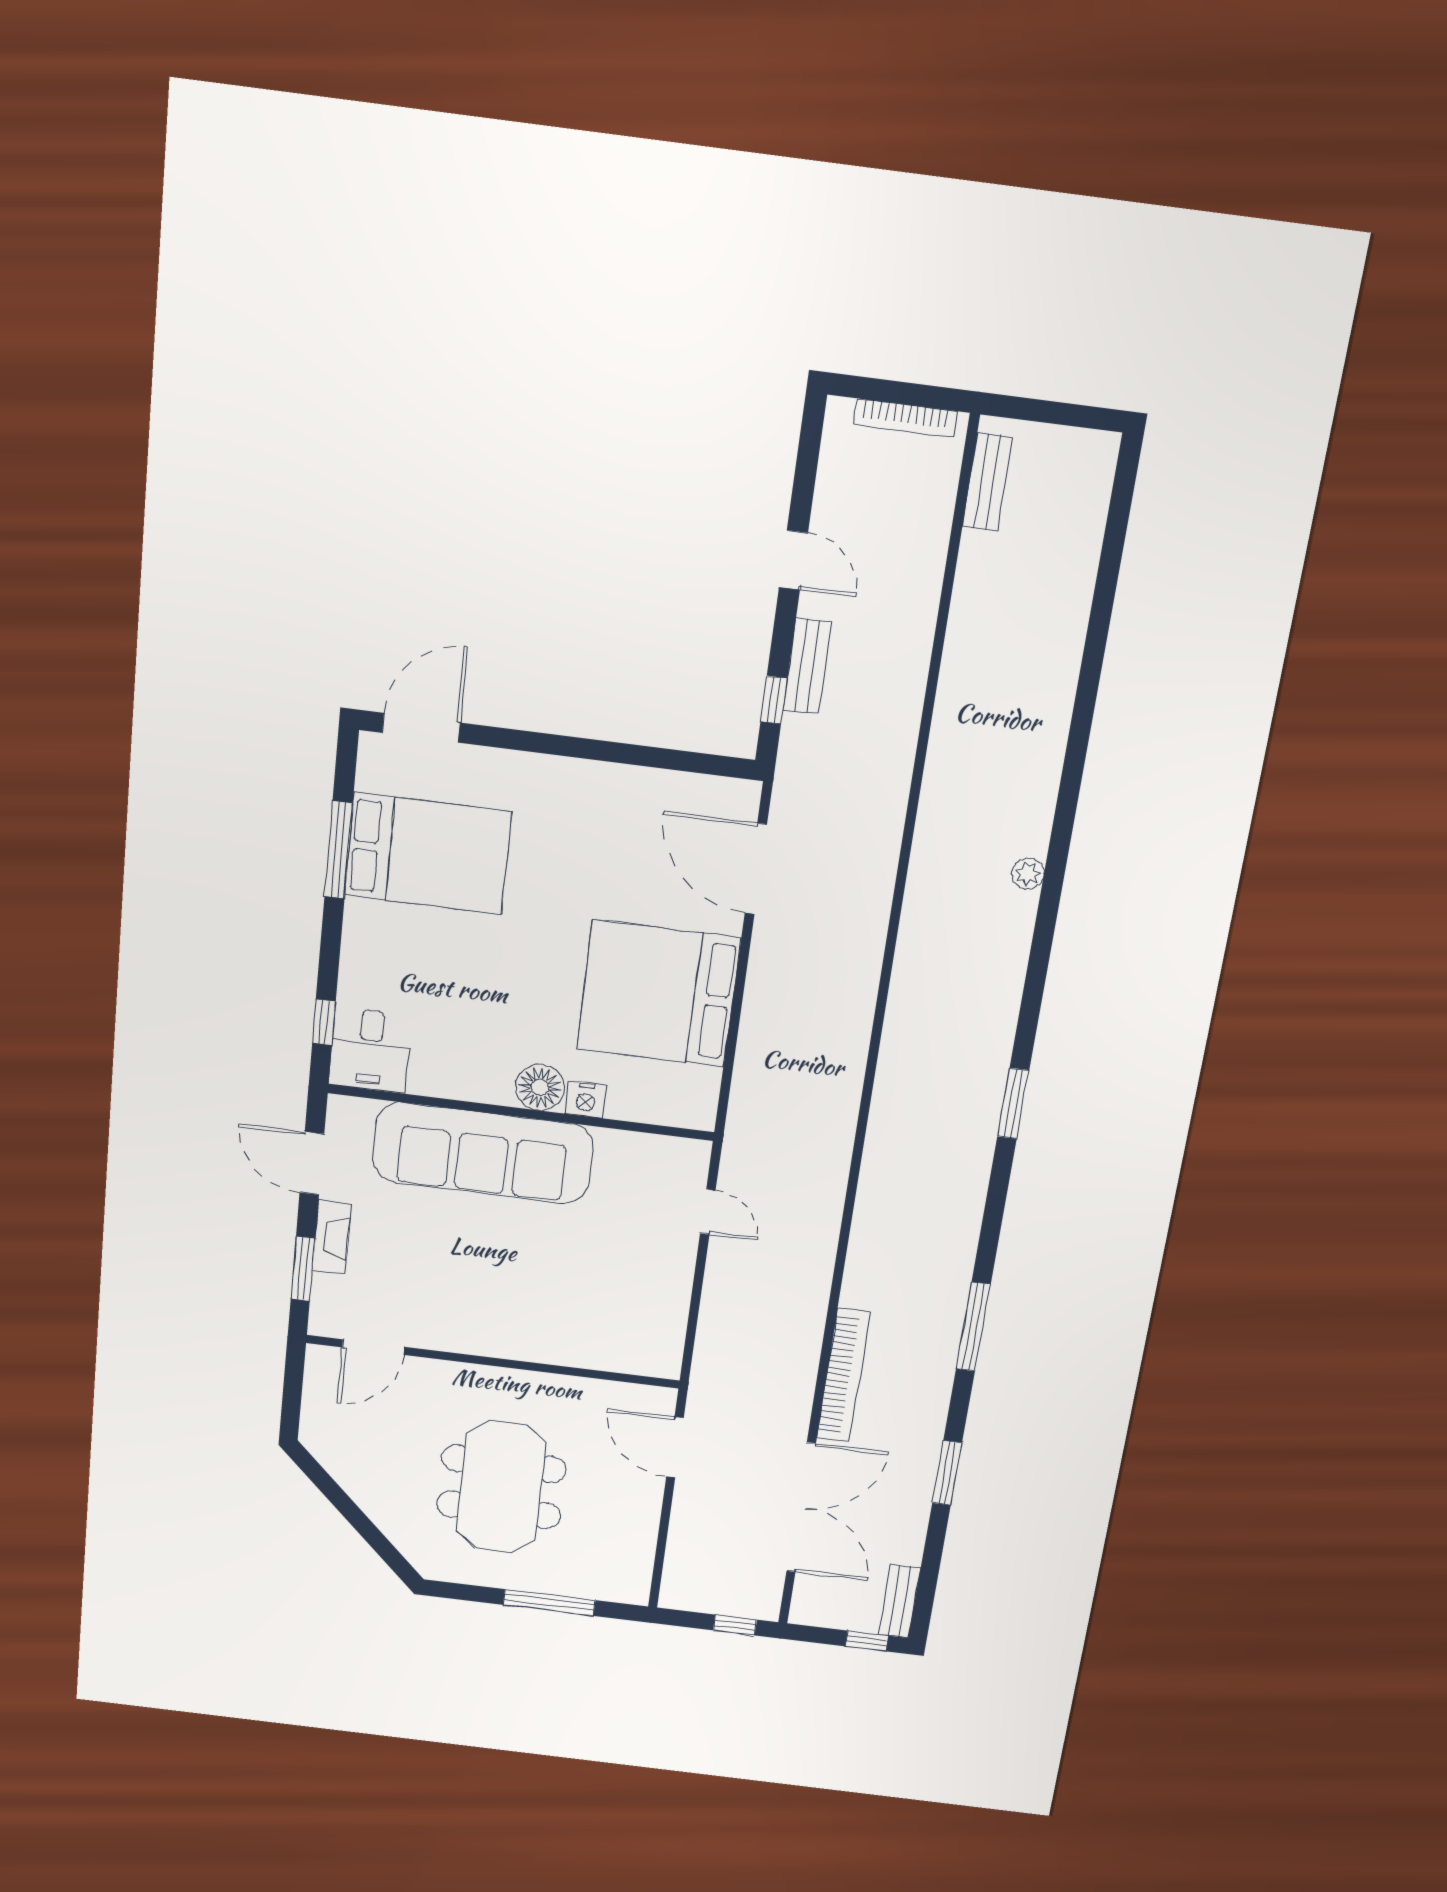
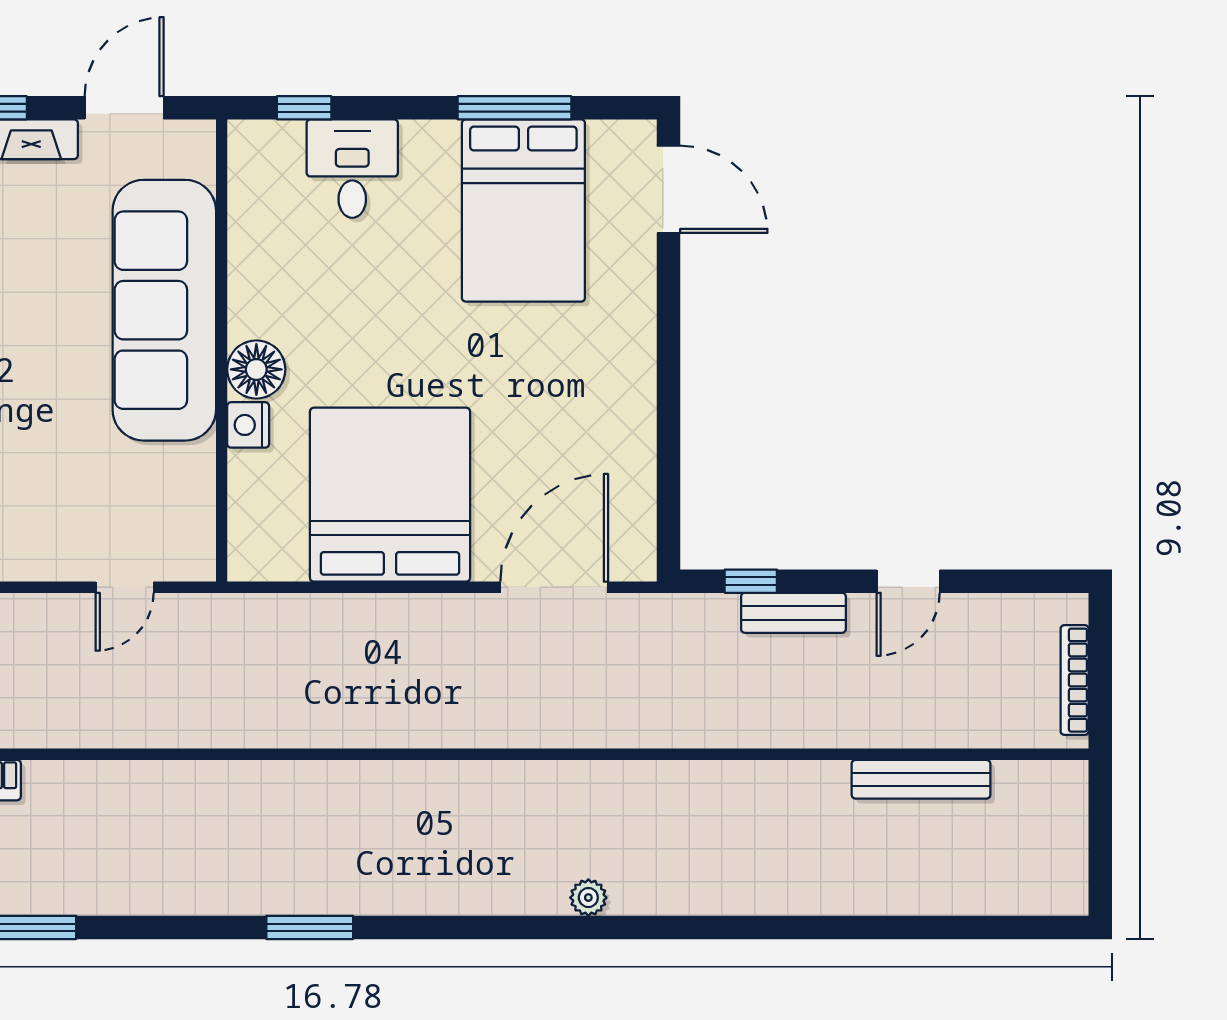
bench: (987, 482) -> (921, 779), moved, width x1.36
desk: (370, 1050) -> (352, 169), moved, turned 90

